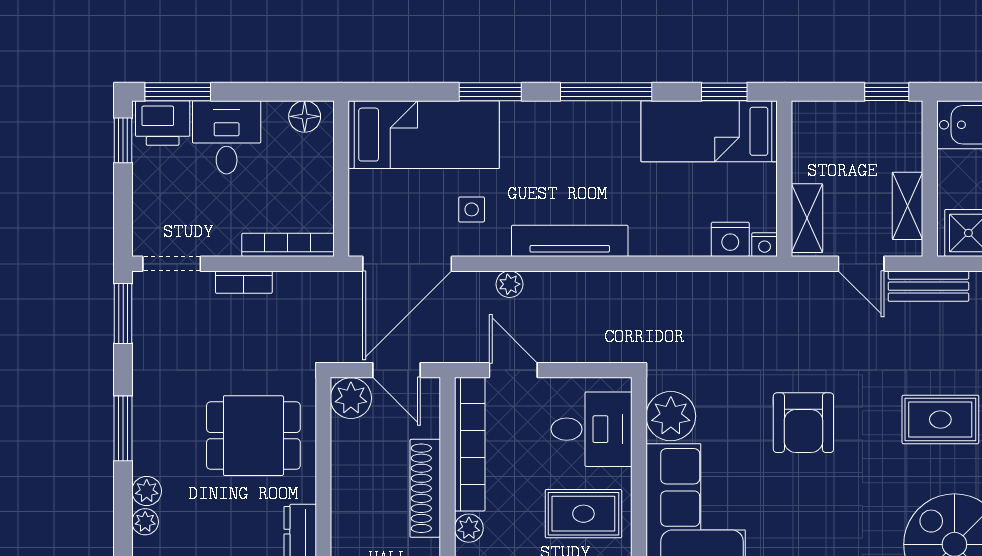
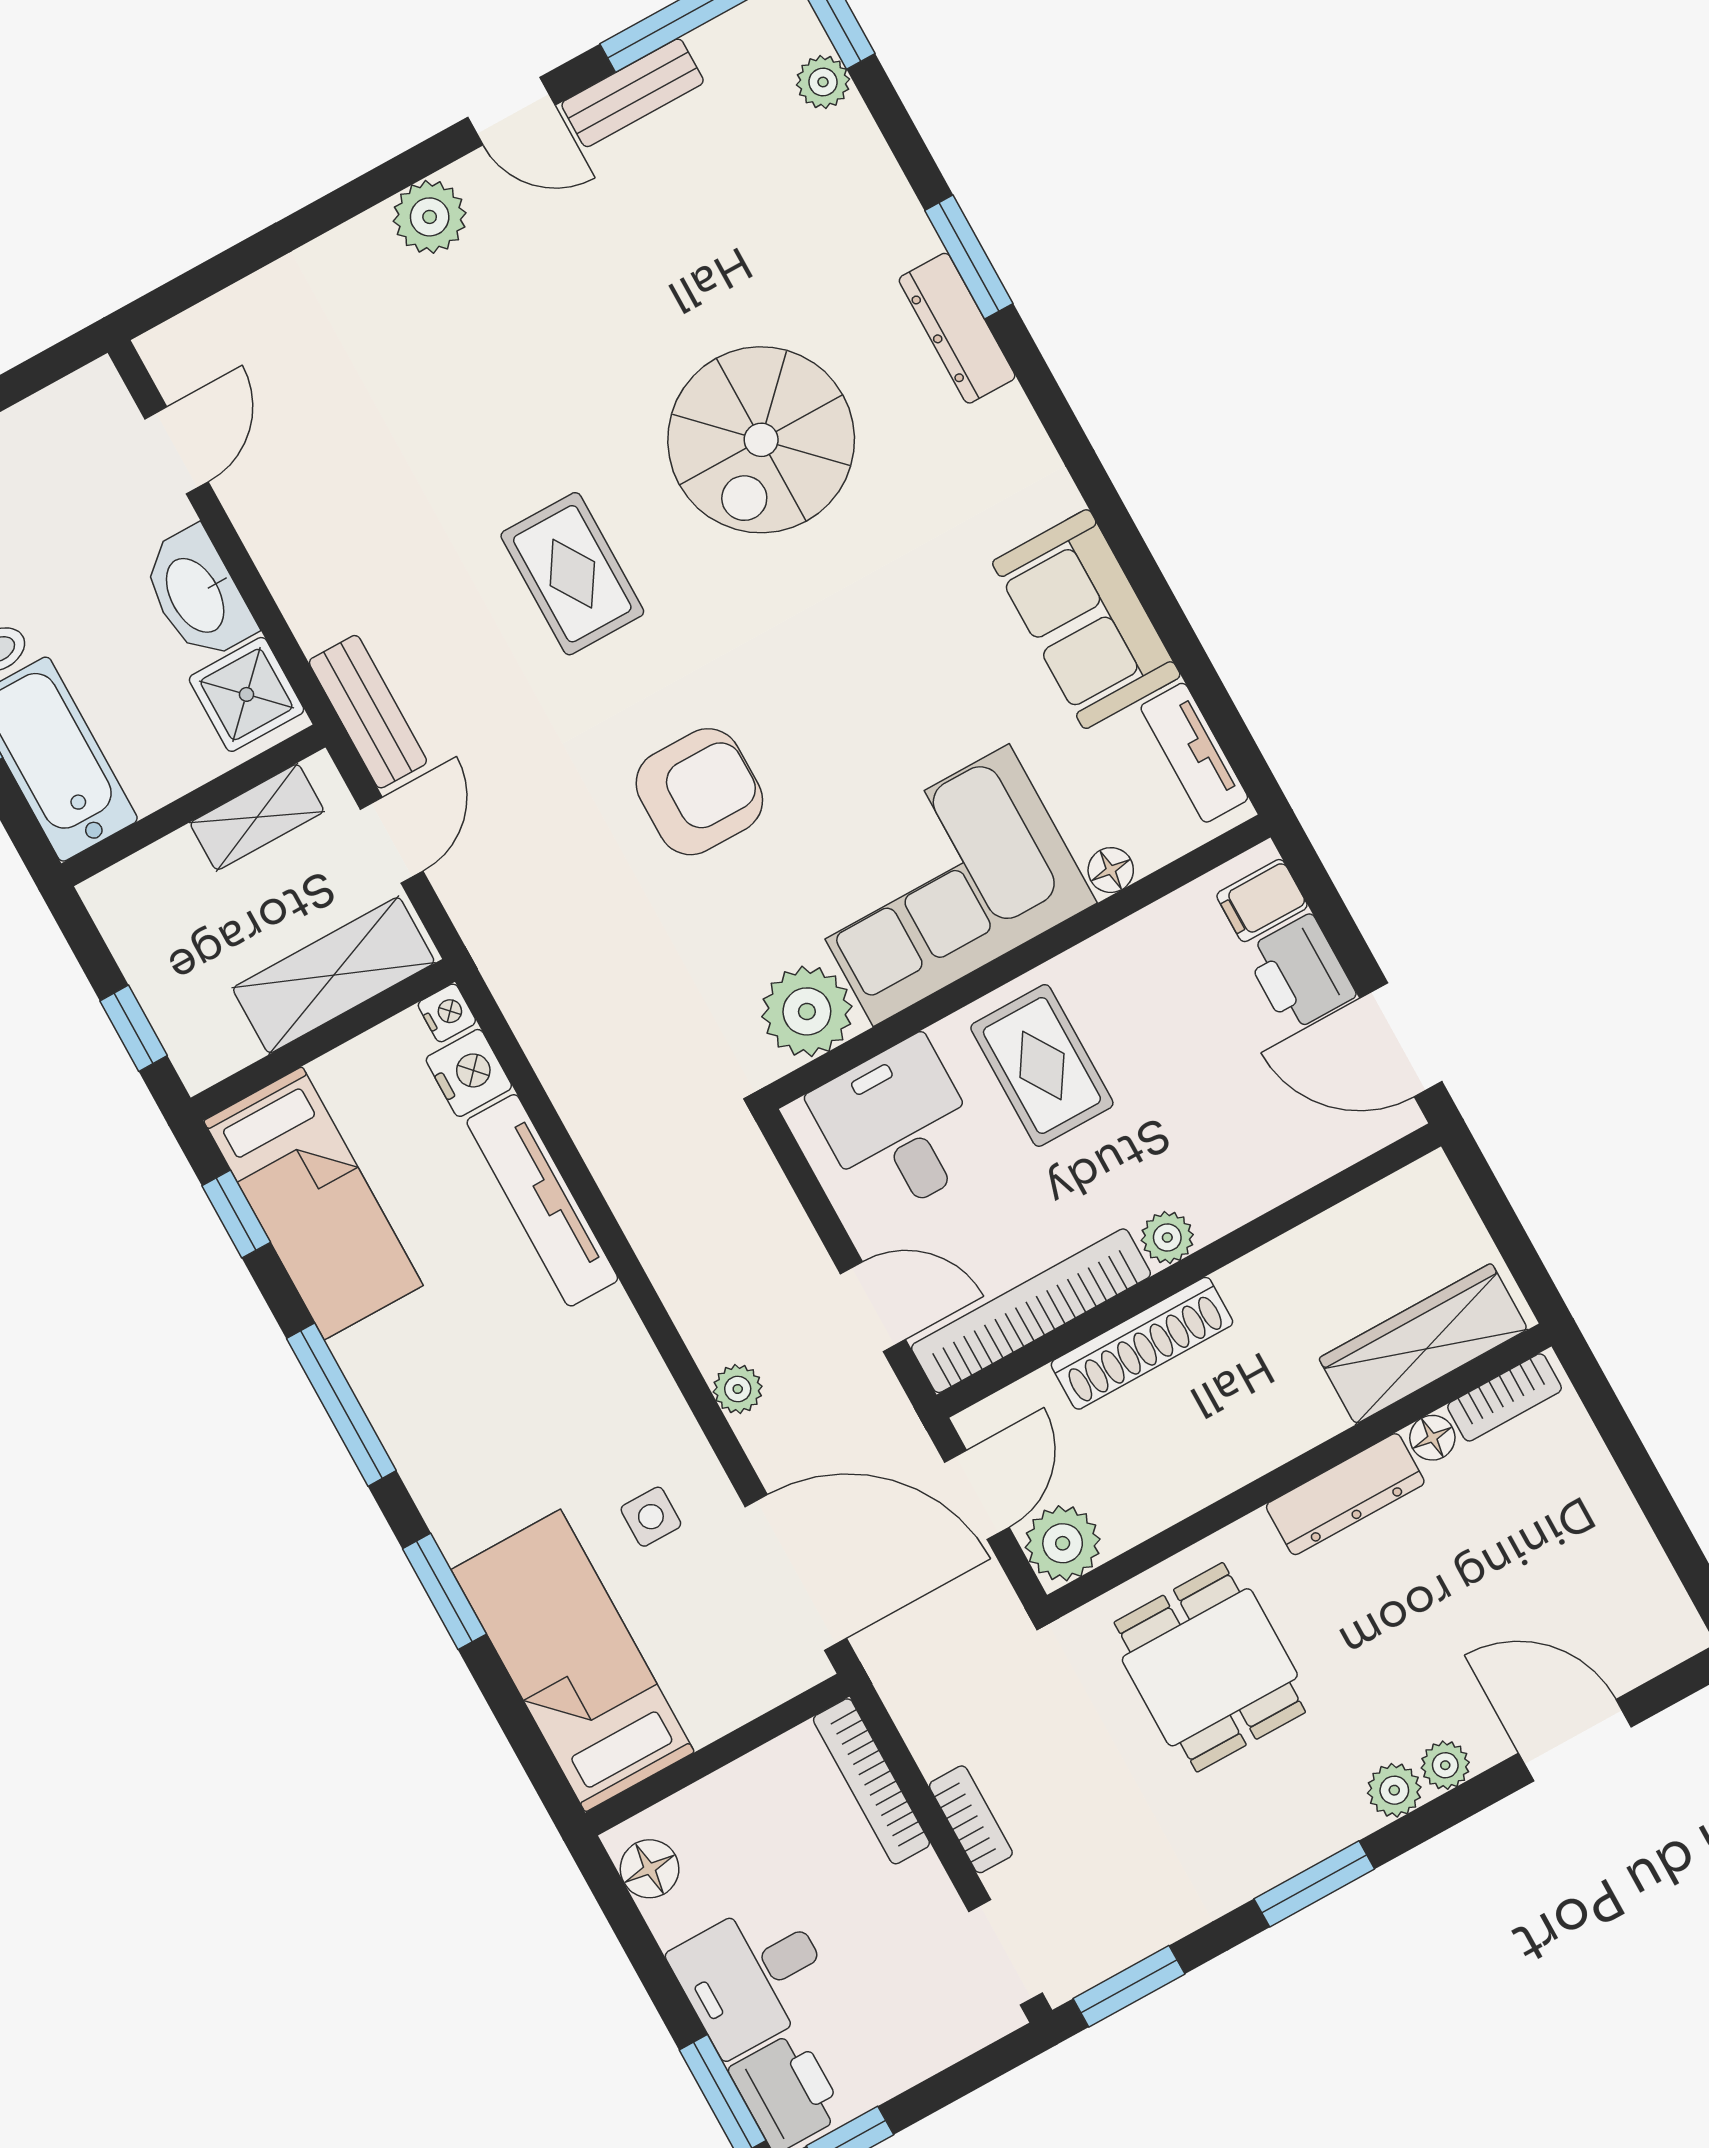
window: (887, 92) -> (134, 1028), moved
shelving: (807, 218) -> (334, 975), width x1.50, depth x1.33
tv unit: (570, 241) -> (542, 1200), moved
door: (513, 370) -> (873, 1307), swing flipped

